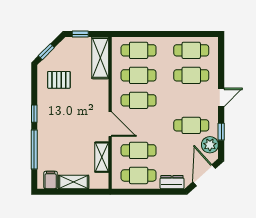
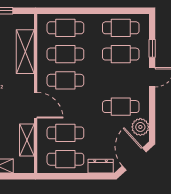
shelving: (100, 58) -> (25, 52), moved
window: (221, 132) -> (152, 48), moved

